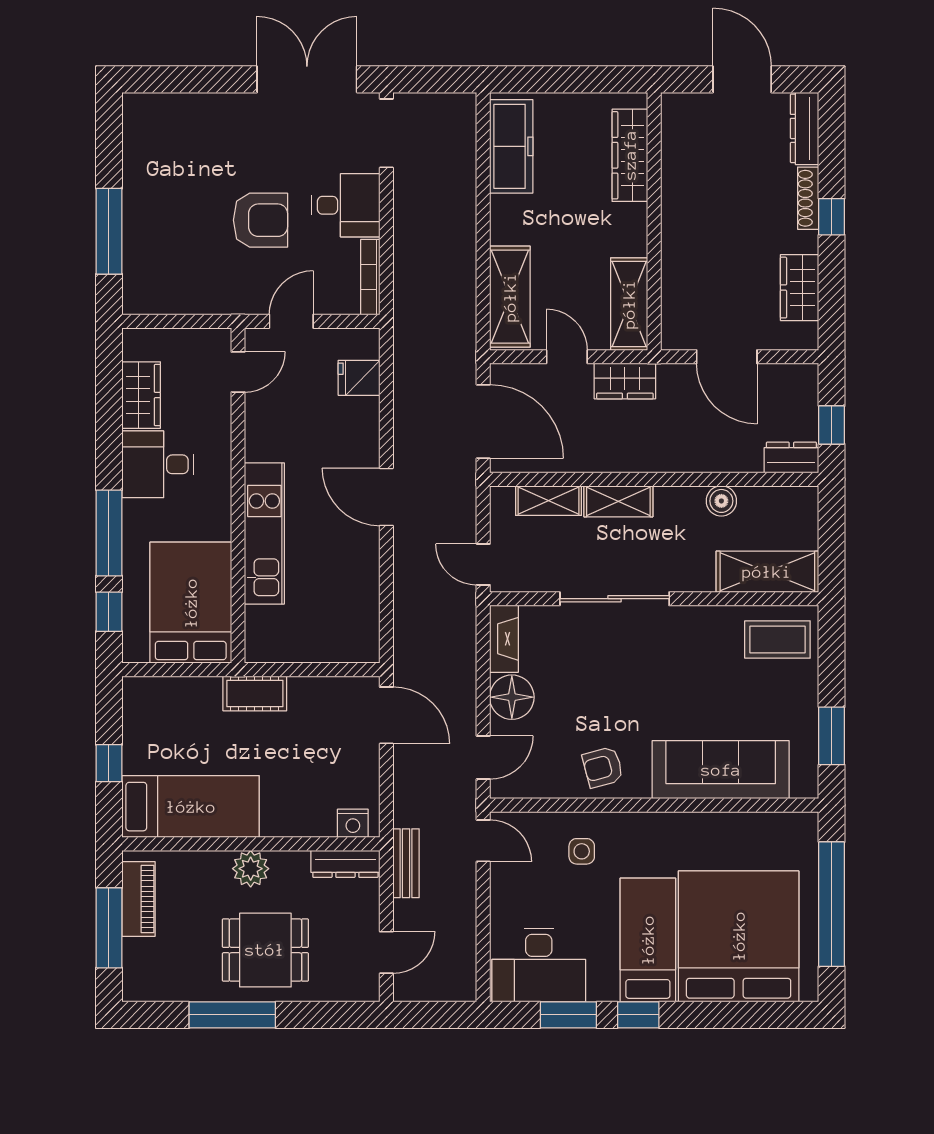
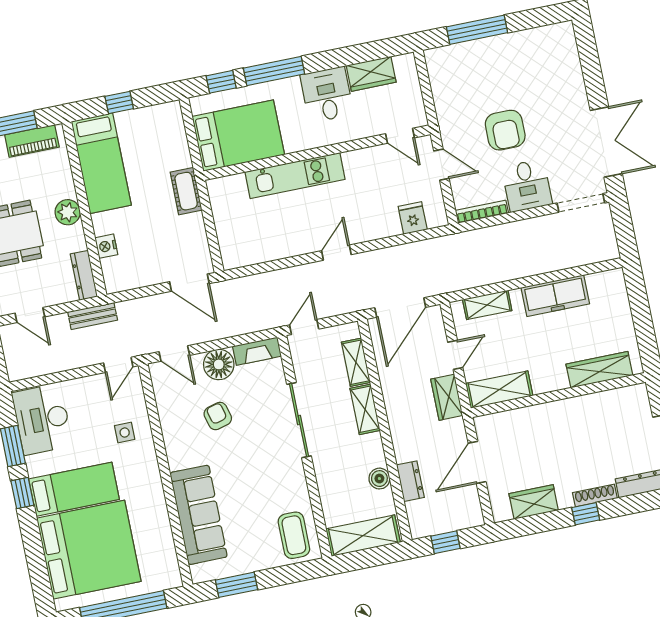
freezer: (511, 146) -> (555, 296), moved
shelving: (510, 297) -> (487, 305), width x0.67, depth x0.75
dresser: (791, 458) -> (410, 481), moved
door: (386, 497) -> (336, 253), width x0.73
shelving: (767, 572) -> (363, 536), moved, turned 90
door: (386, 715) -> (189, 283), hinge flipped
armchair: (603, 767) -> (218, 416), moved
nightstand: (353, 823) -> (106, 246), moved

